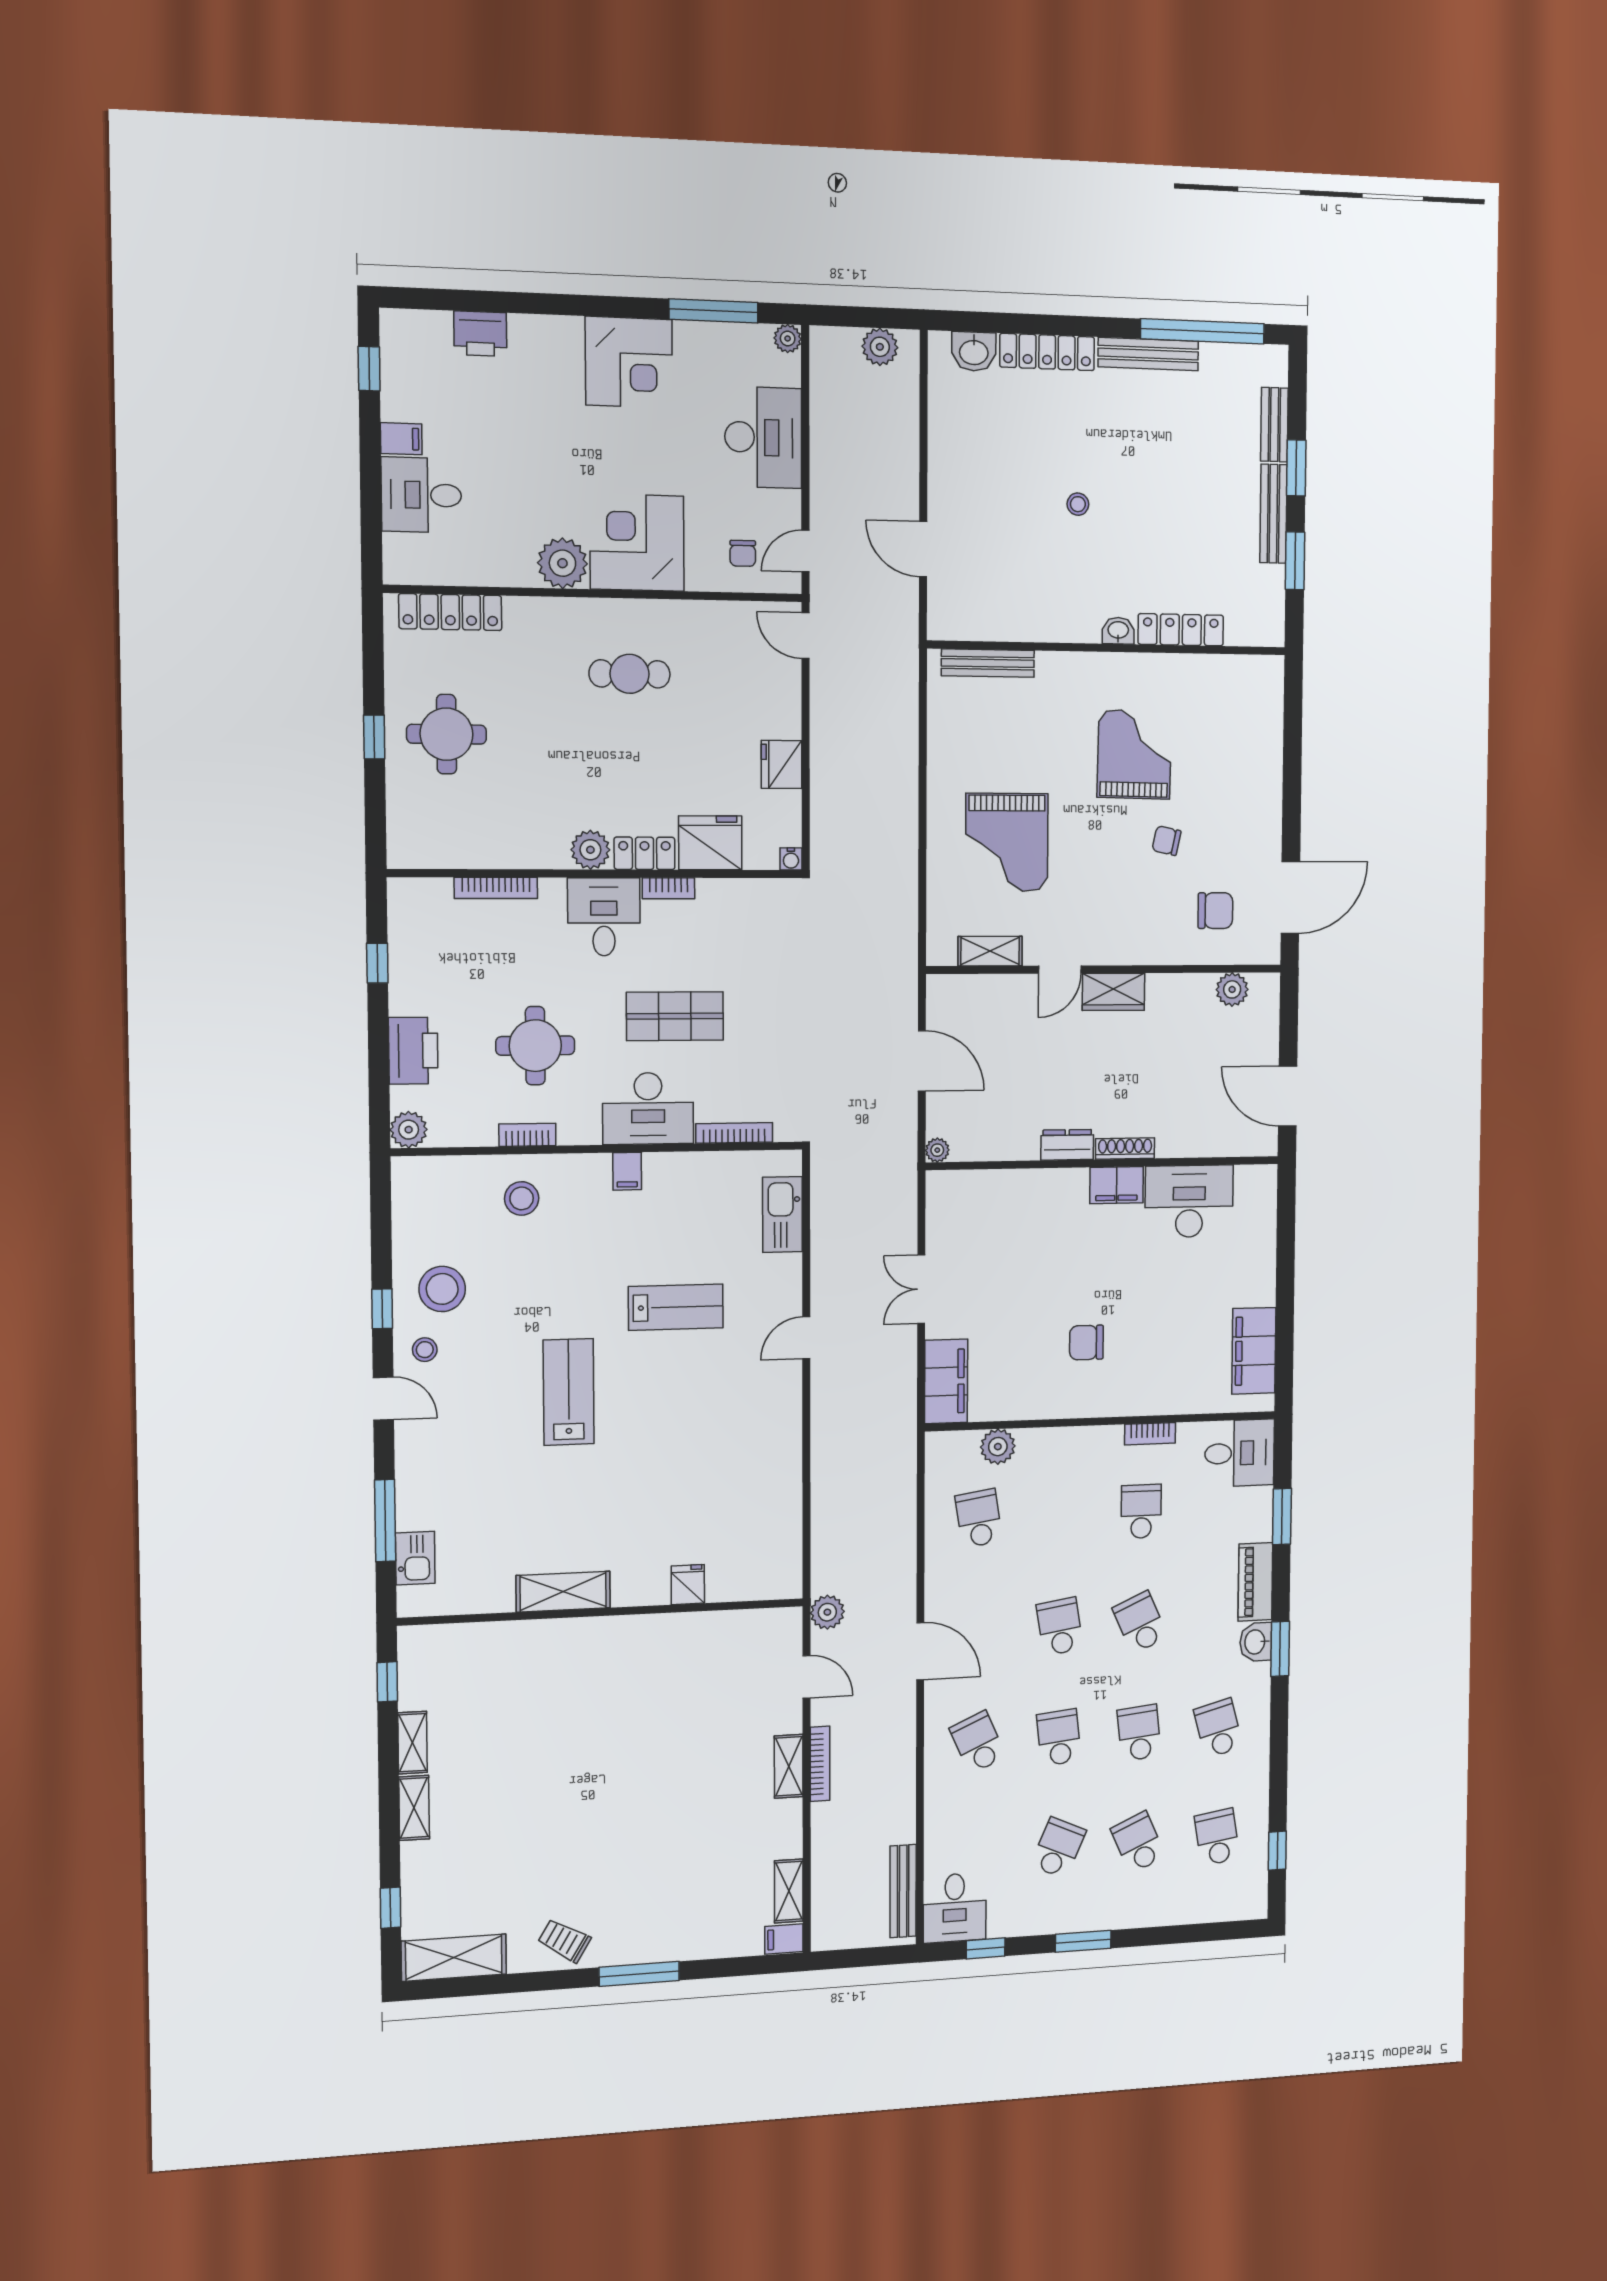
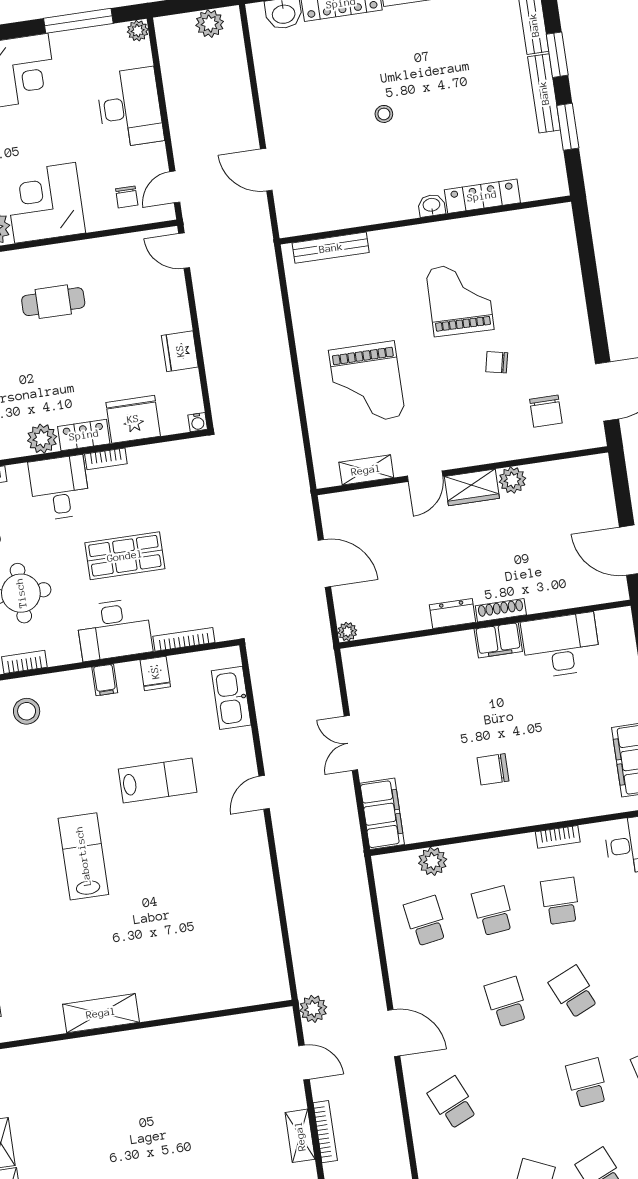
chair: (1215, 911) -> (546, 411), turned 90
plant: (1232, 989) -> (512, 480), moved
fridge: (688, 1585) -> (155, 673), moved, turned 180
school desk: (1059, 1738) -> (493, 911), moved

